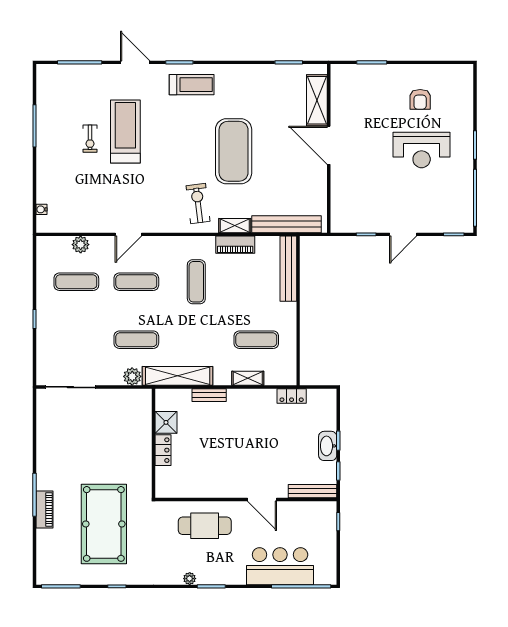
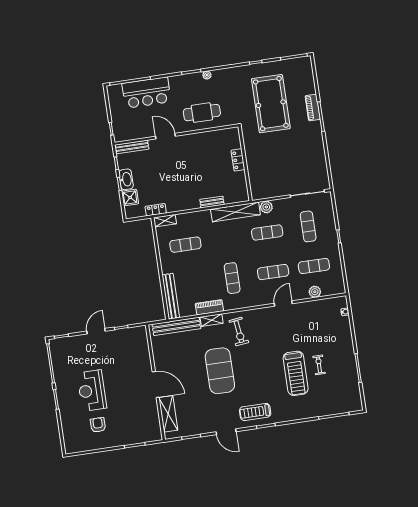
door: (135, 62) -> (226, 432), moved
reception desk: (422, 150) -> (92, 391), turned -90
exercise mat: (76, 340) -> (308, 226), added
shelving: (248, 378) -> (165, 221), moved
shower: (166, 422) -> (130, 197), moved

